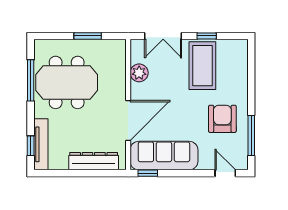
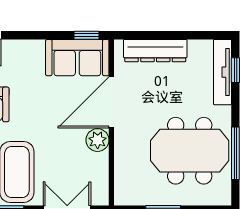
plant: (139, 73) -> (98, 140), moved
sofa: (164, 156) -> (77, 58), width x0.73

